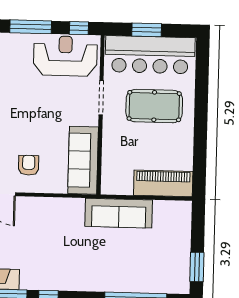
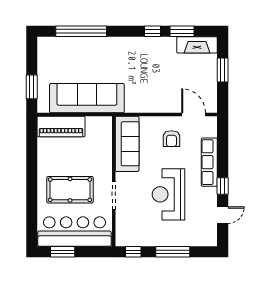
window: (147, 30) -> (63, 252), moved
reception desk: (65, 56) -> (169, 194), moved, turned 90
sofa: (119, 213) -> (87, 98), width x1.36, depth x1.27
window: (197, 267) -> (32, 87), moved

